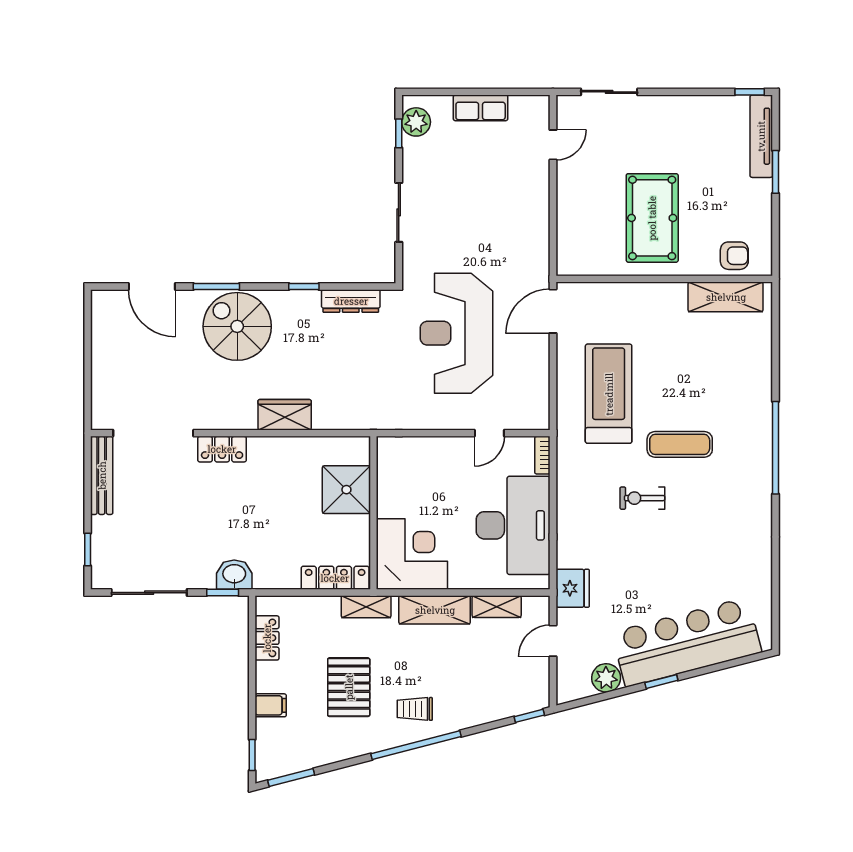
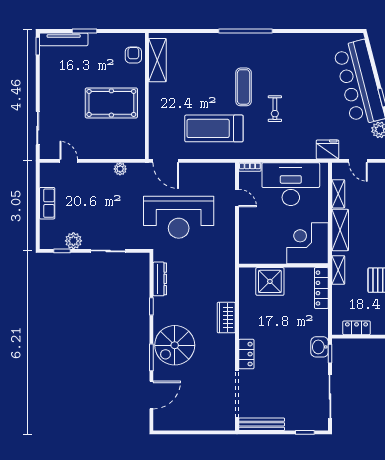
plant: (416, 122) -> (73, 241), moved
plant: (539, 233) -> (120, 169), added

